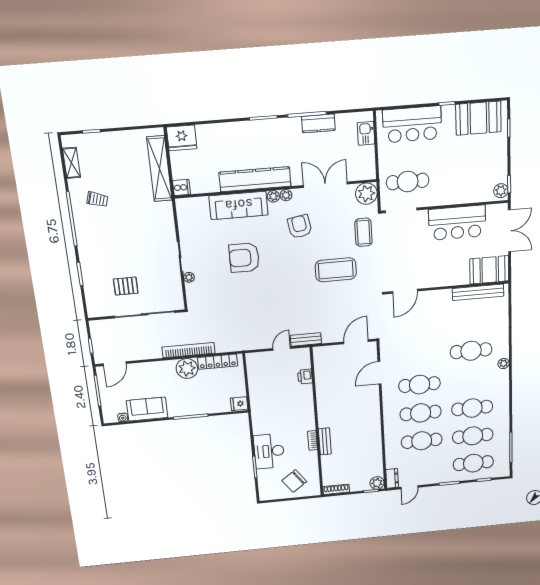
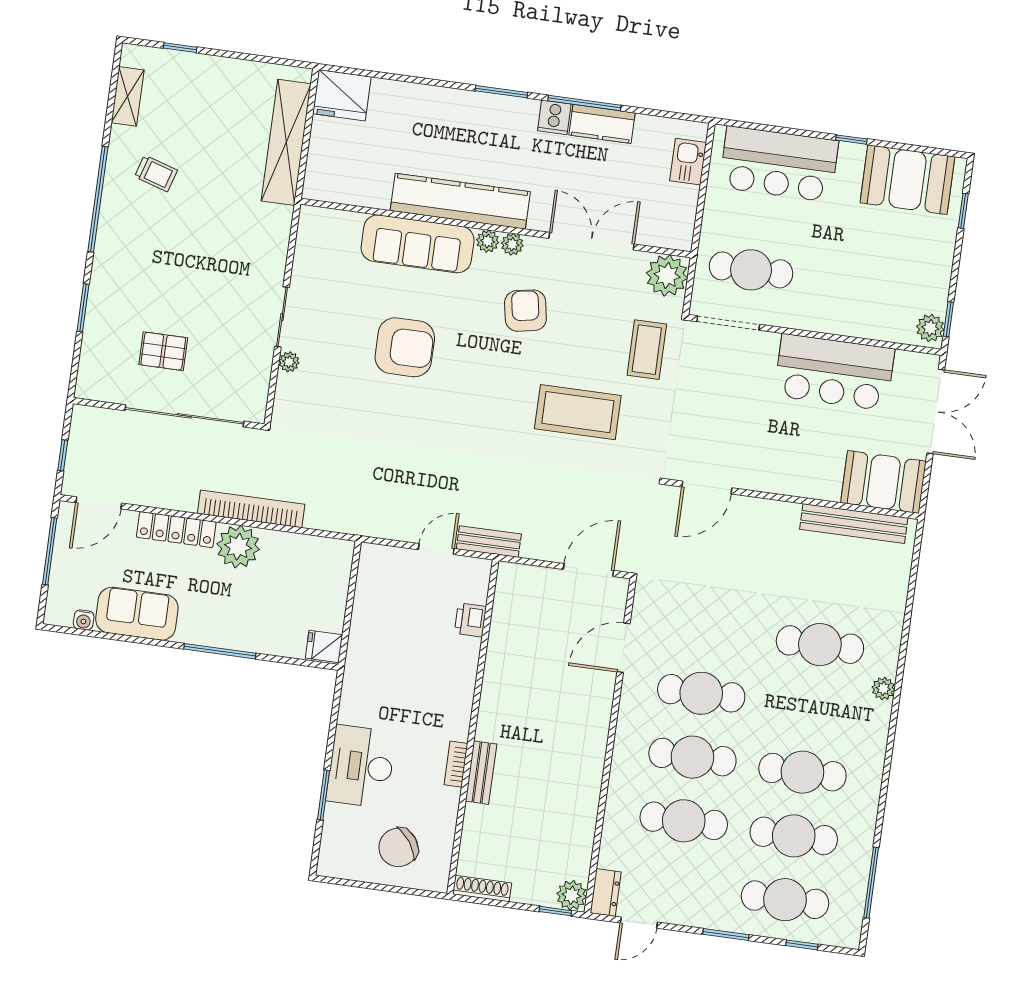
cooker: (181, 187) -> (554, 117), moved, turned 90
armchair: (244, 258) -> (405, 347), turned 180
locker: (218, 362) -> (176, 530), moved

